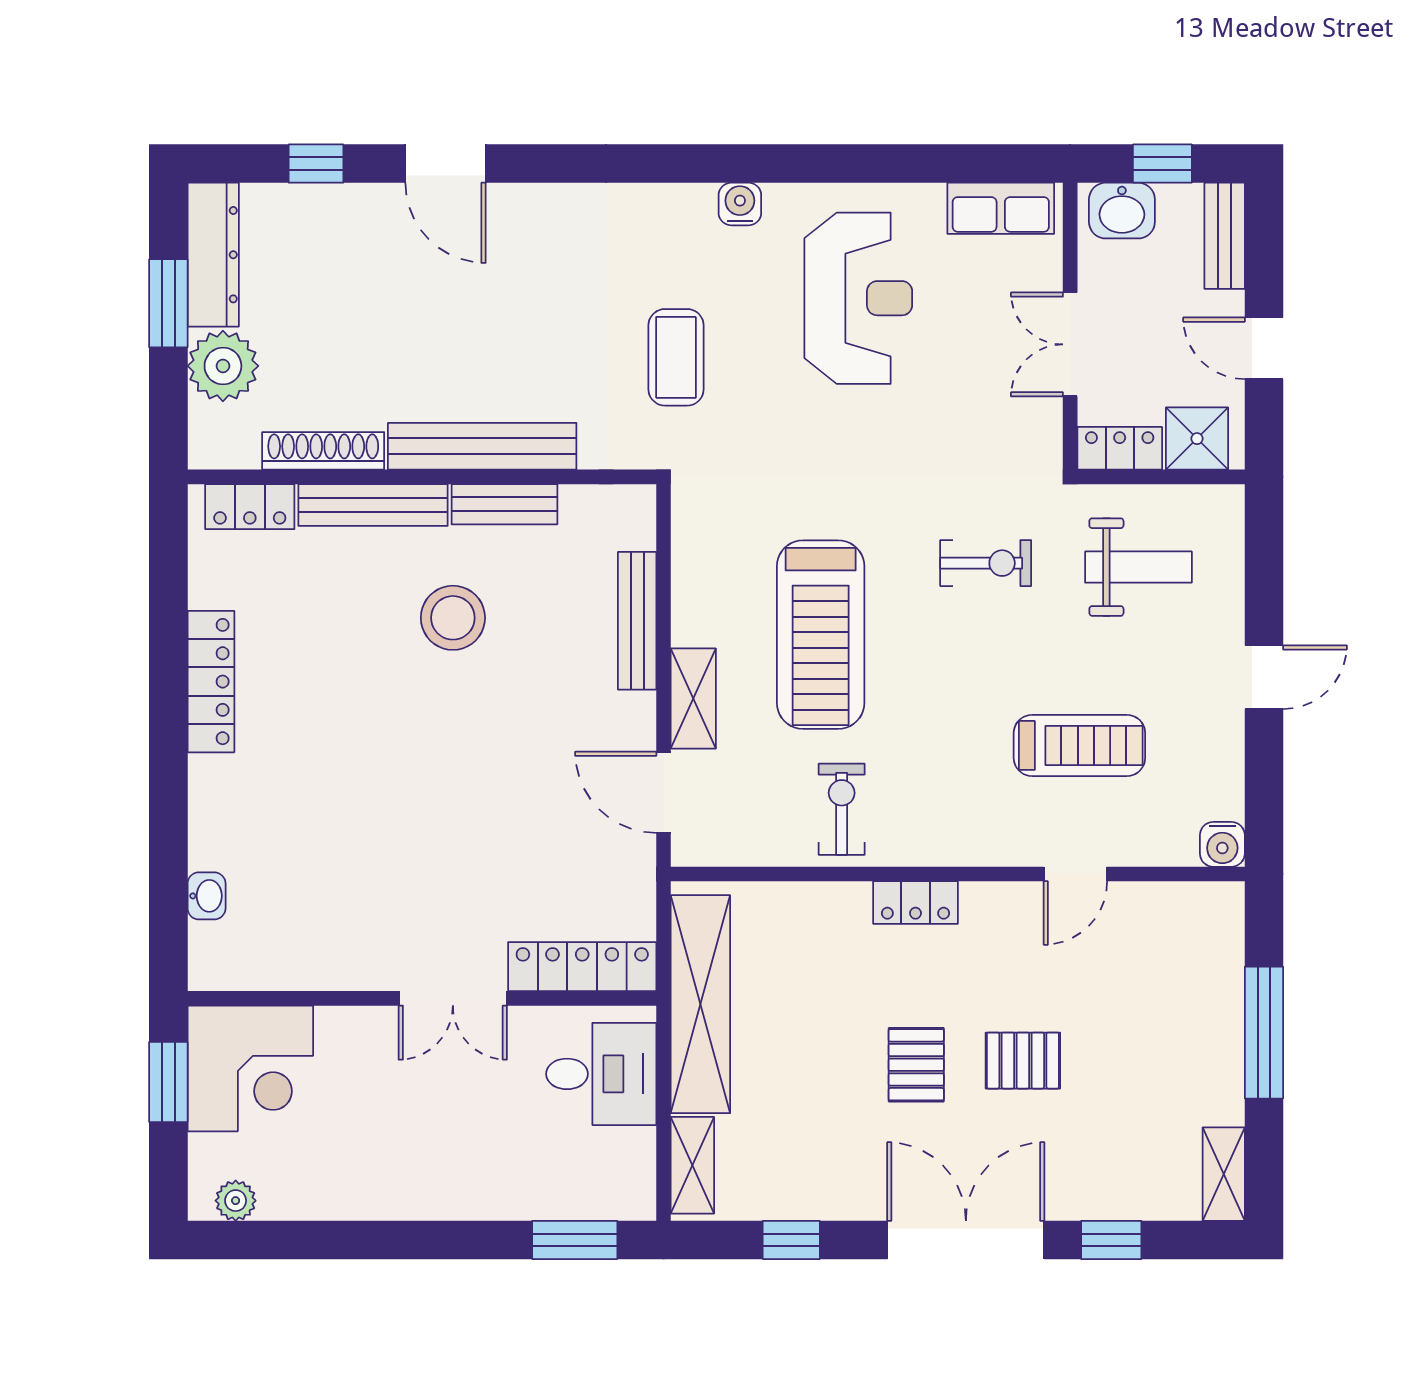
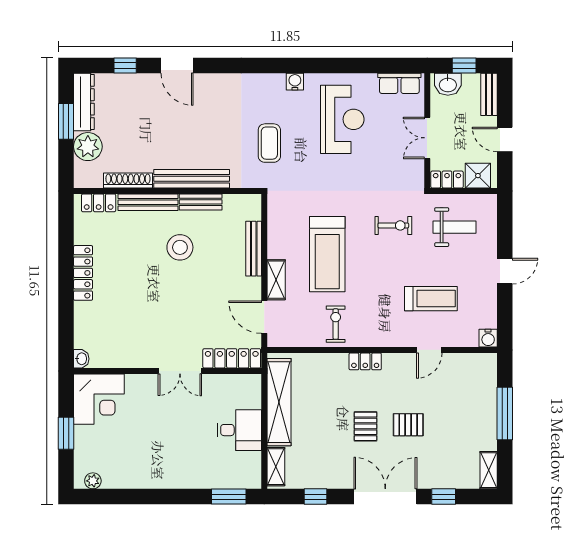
locker: (582, 967) -> (232, 358), moved
wall: (422, 998) -> (168, 371), moved
double door: (453, 998) -> (180, 371), moved
corner desk: (250, 1068) -> (99, 399), moved

